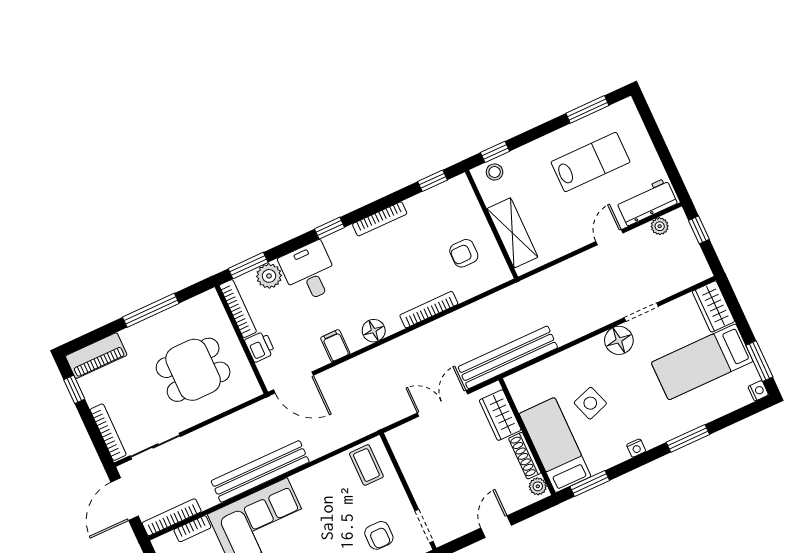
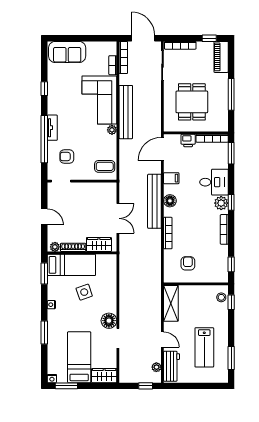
shelving: (512, 233) -> (171, 303), moved, turned 90
plant: (269, 276) -> (221, 203), moved
bench: (508, 357) -> (154, 201), moved
plant: (300, 481) -> (112, 130), added

